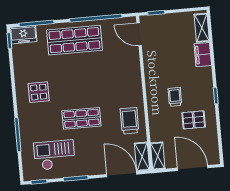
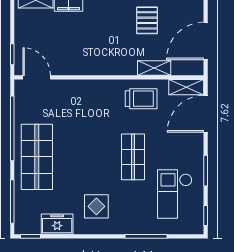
door: (139, 34) -> (37, 77), swing flipped
freezer: (23, 35) -> (57, 224), moved, turned -90
trolley: (175, 97) -> (117, 41), removed
trolley: (129, 121) -> (141, 99), turned 180
shelving: (158, 156) -> (154, 68), moved
door: (193, 168) -> (206, 41), moved

